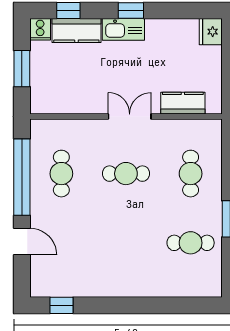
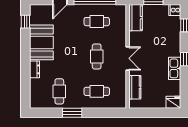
kitchen sink: (123, 29) -> (175, 68), moved
kitchen counter: (76, 31) -> (135, 18), moved, turned 180
booth: (100, 276) -> (41, 42), added
dresser: (150, 289) -> (35, 69), added

